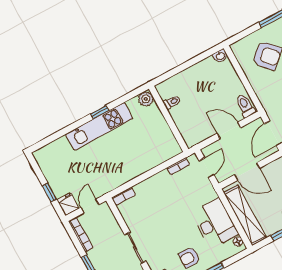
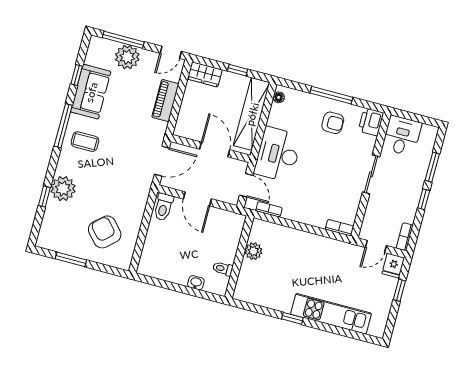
washbasin: (220, 56) -> (196, 283), moved
plant: (146, 99) -> (253, 251), moved
kitchen unit: (99, 126) -> (331, 314), moved
door: (207, 168) -> (246, 185), swing flipped
desk: (215, 223) -> (278, 154), moved
bookcase: (81, 235) -> (405, 237), width x0.64

